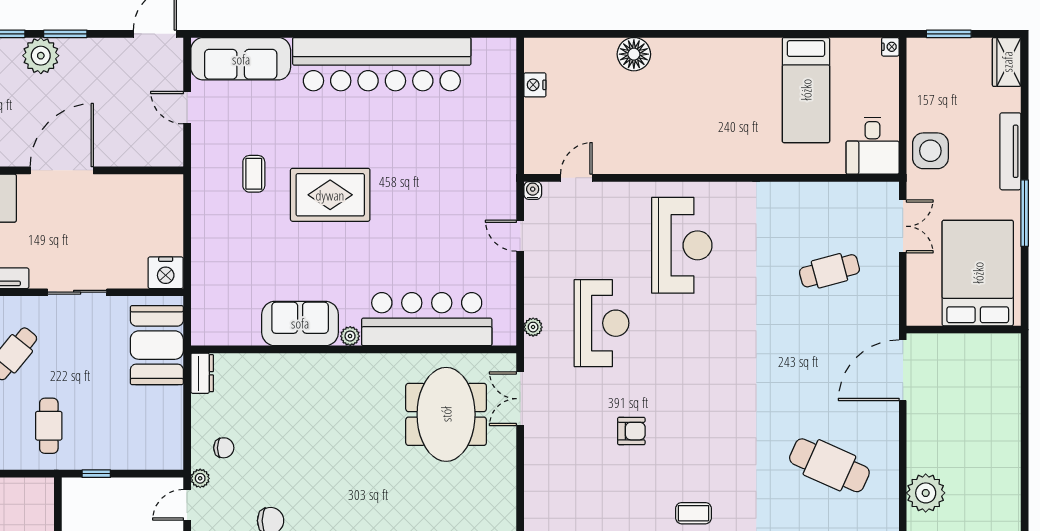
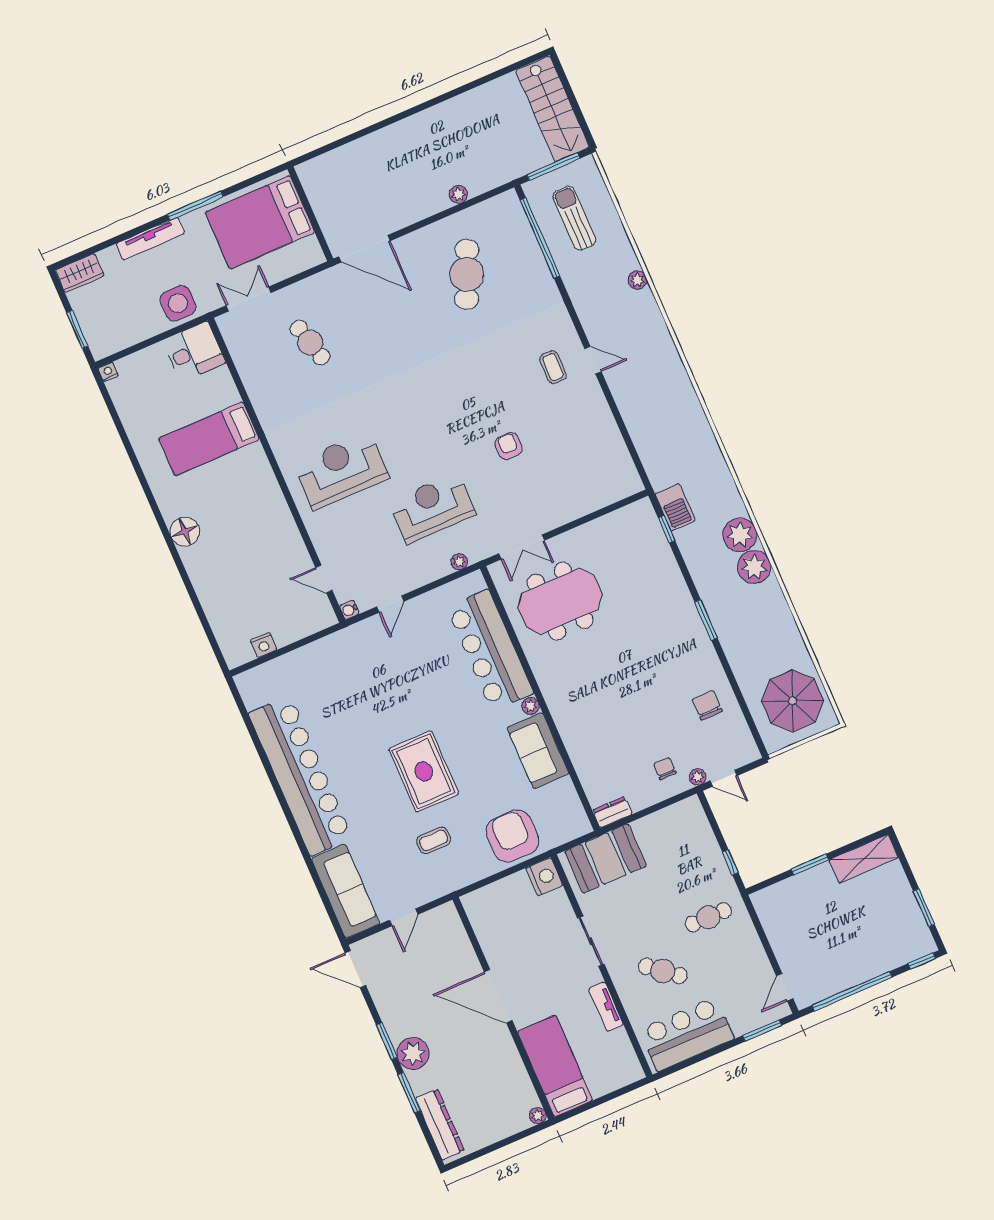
floor lamp: (634, 54) -> (185, 532), moved
bed: (806, 90) -> (209, 439), moved, turned 180
armchair: (223, 258) -> (512, 836), added
plant: (926, 493) -> (458, 194), width x0.53, depth x0.53

